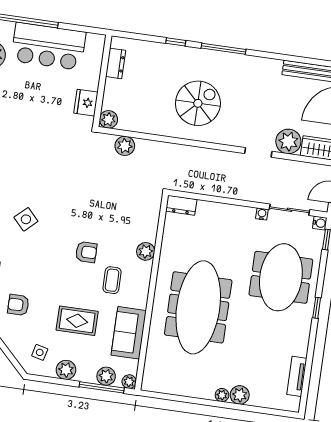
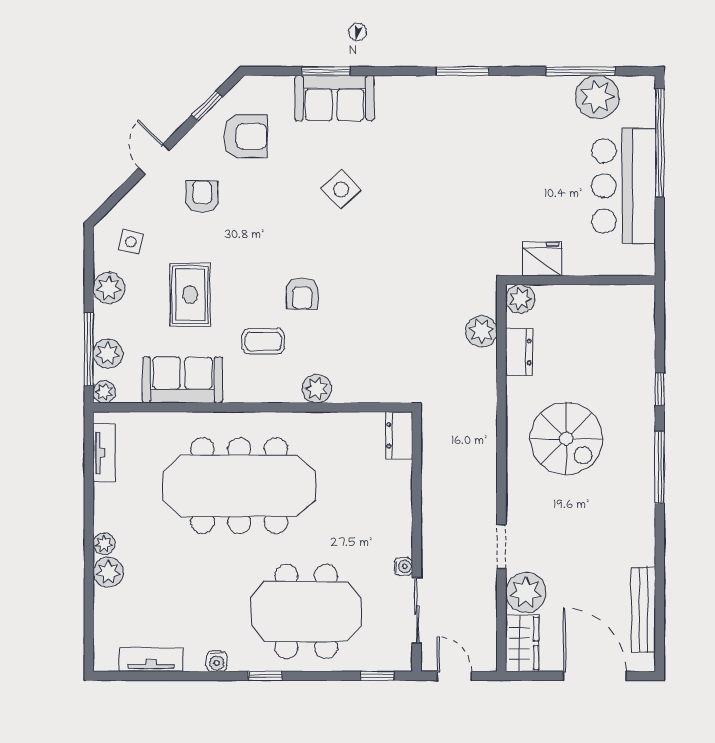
dresser: (116, 63) -> (519, 352), moved, turned -90
water cooler: (320, 223) -> (217, 661), moved
tv unit: (166, 387) -> (104, 453), added

